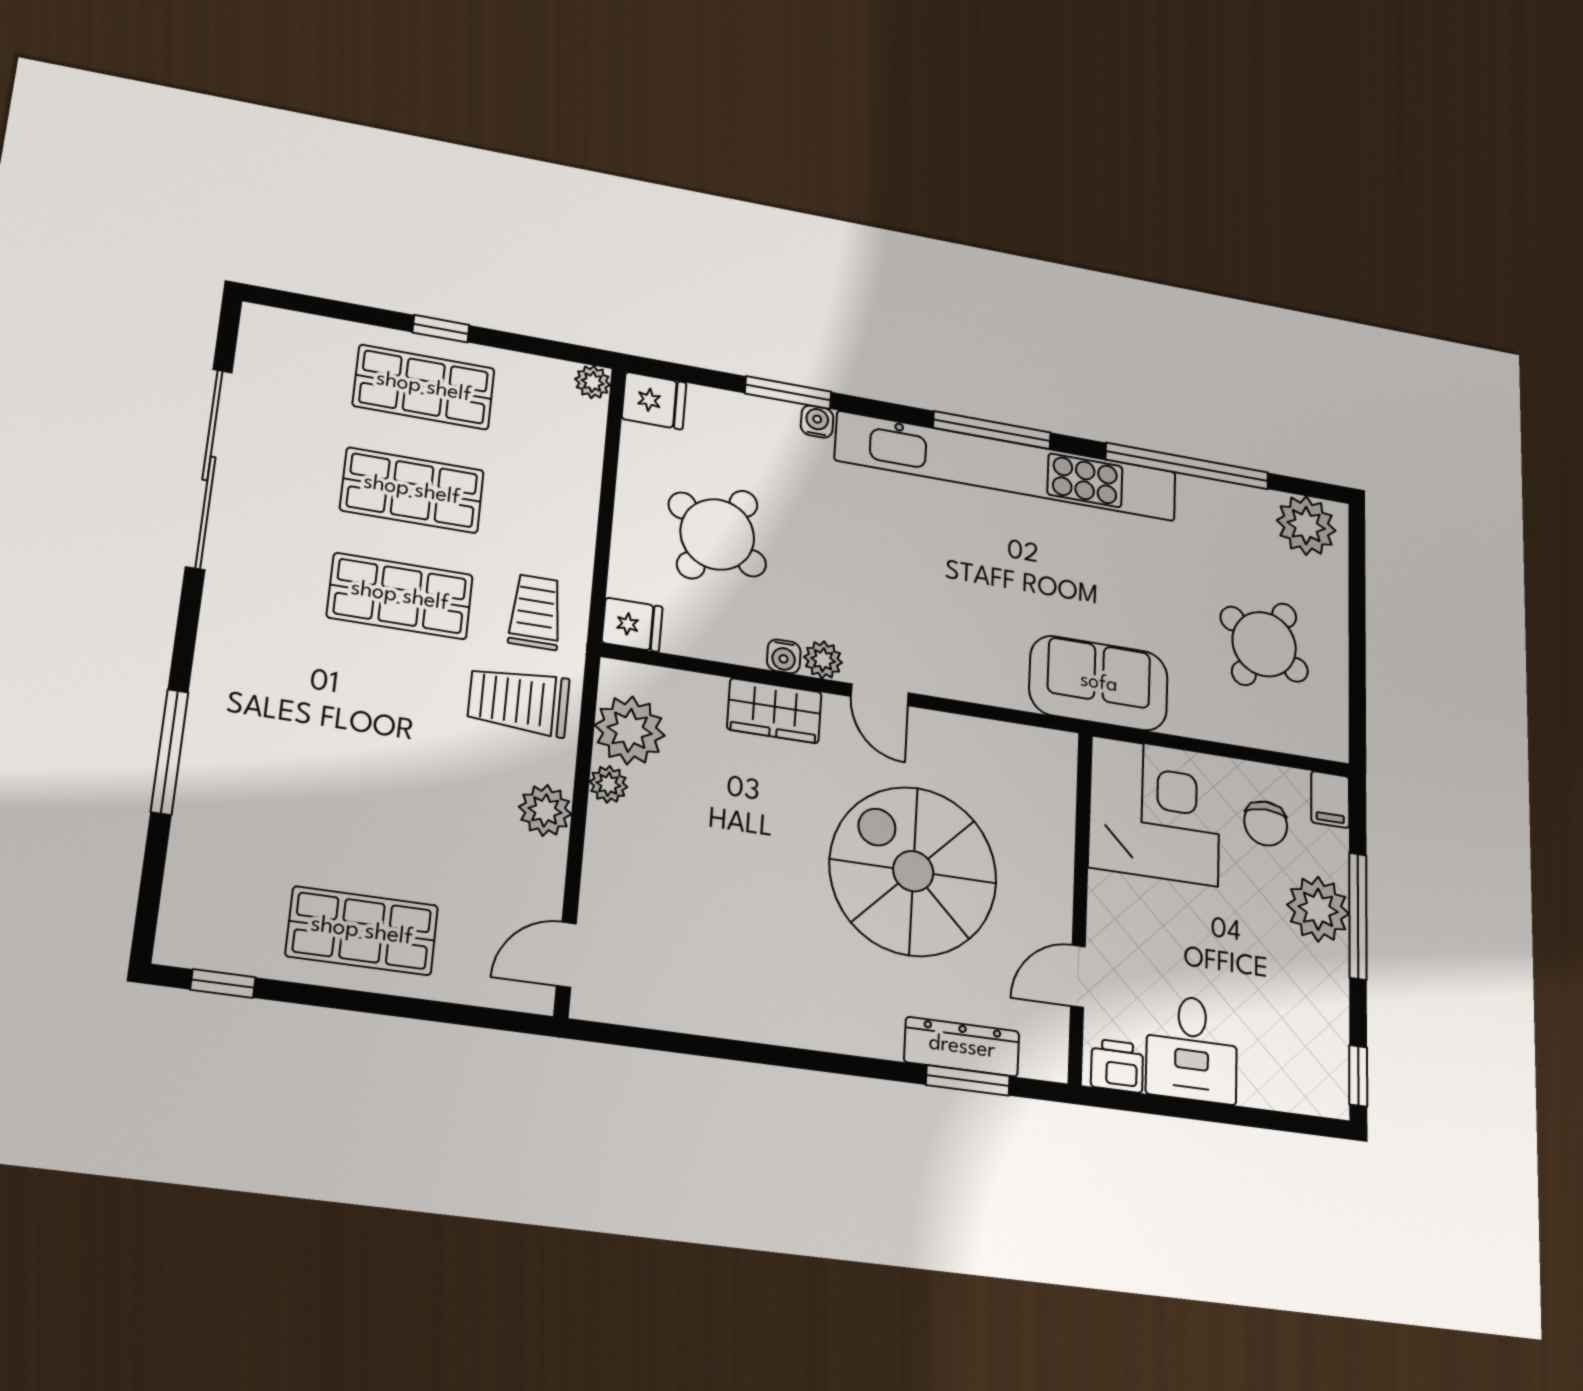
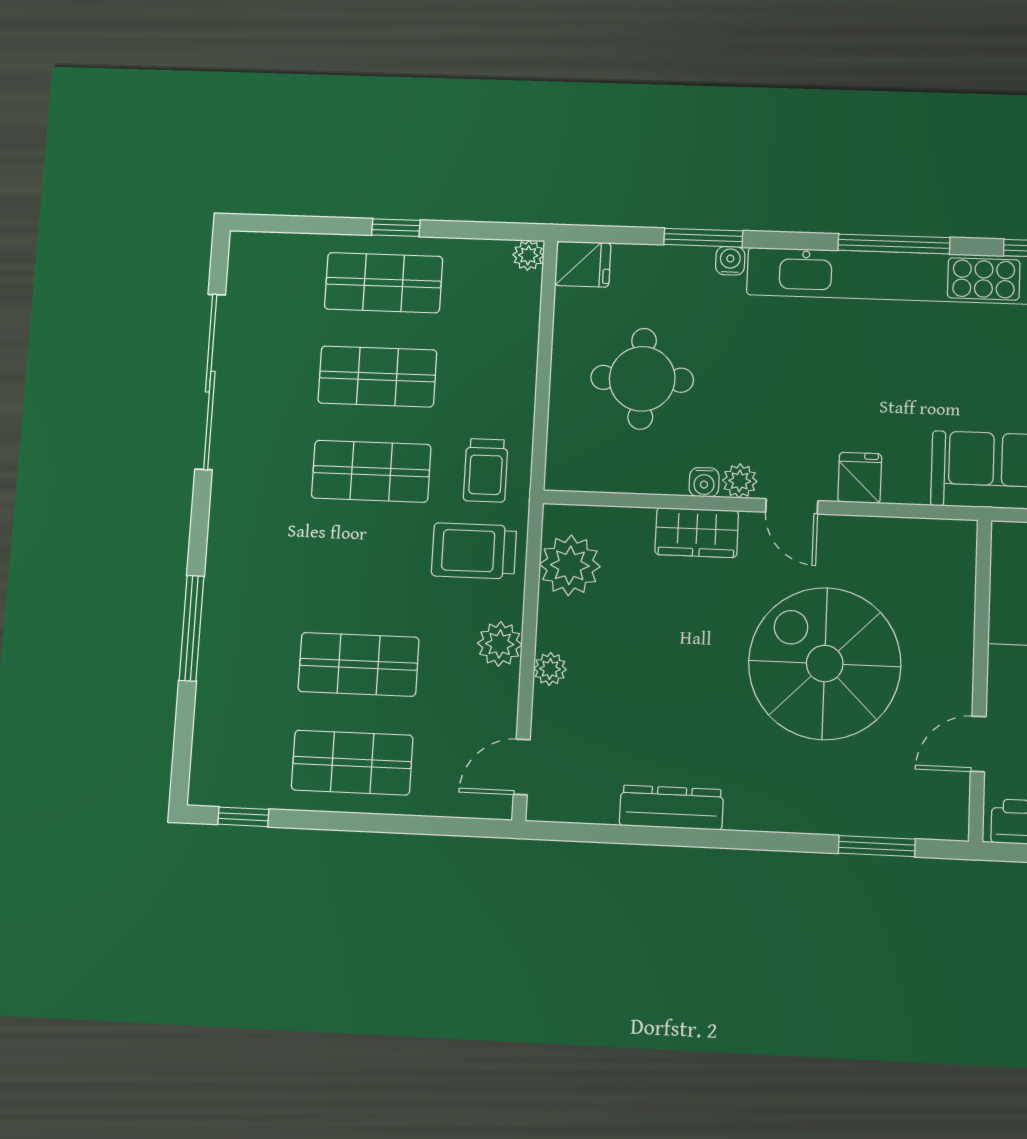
round table: (717, 534) -> (642, 379), turned -33
trolley: (536, 612) -> (486, 470), turned 180
fridge: (632, 625) -> (860, 478), moved, turned -90
plant: (608, 784) -> (550, 669), moved
shop shelf: (375, 816) -> (359, 664), added
dresser: (962, 1047) -> (671, 808), moved

